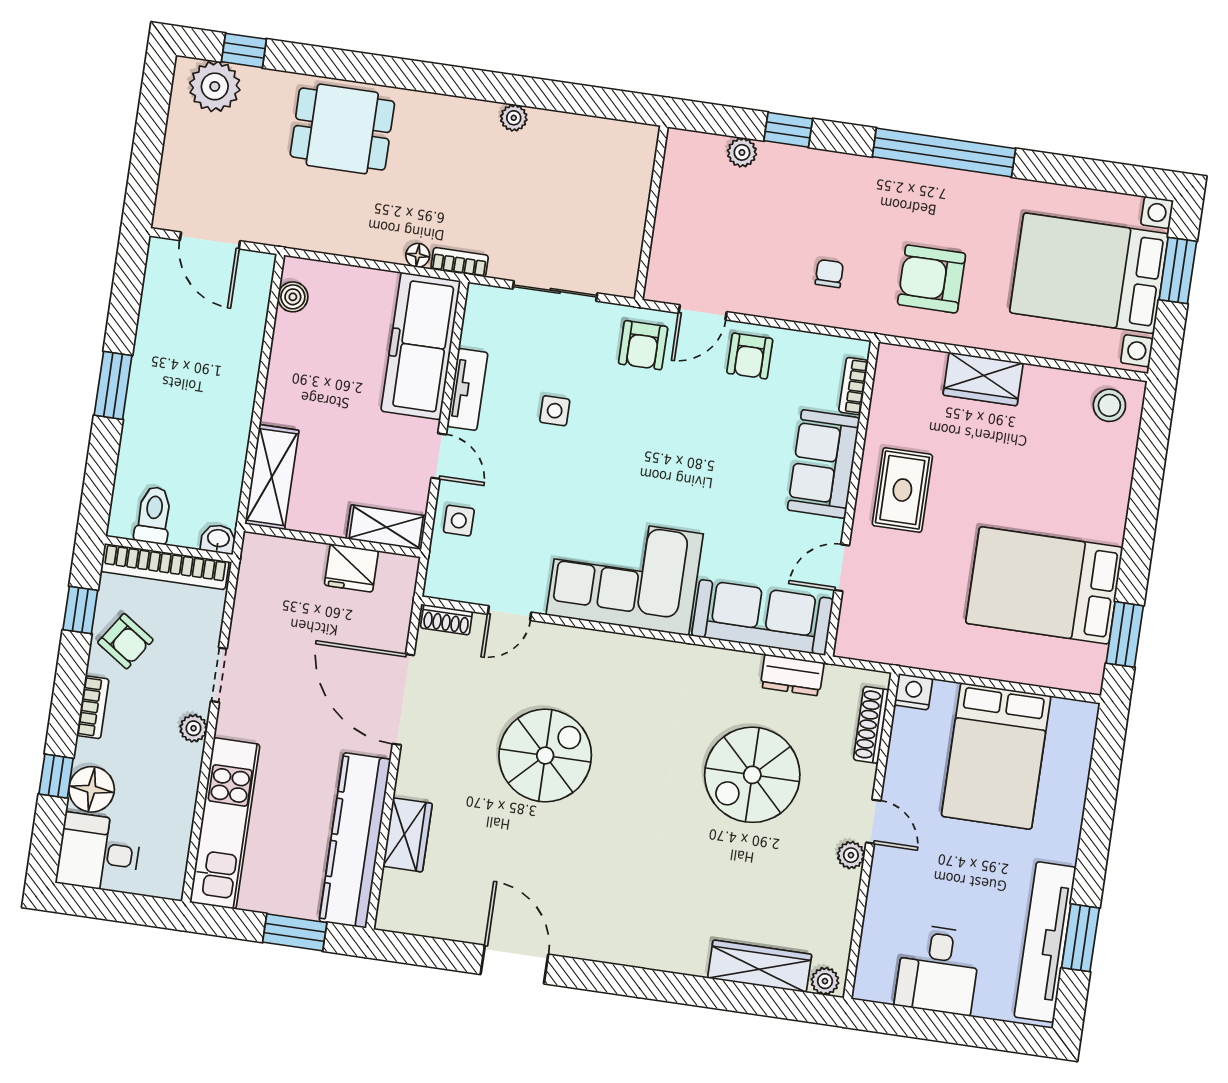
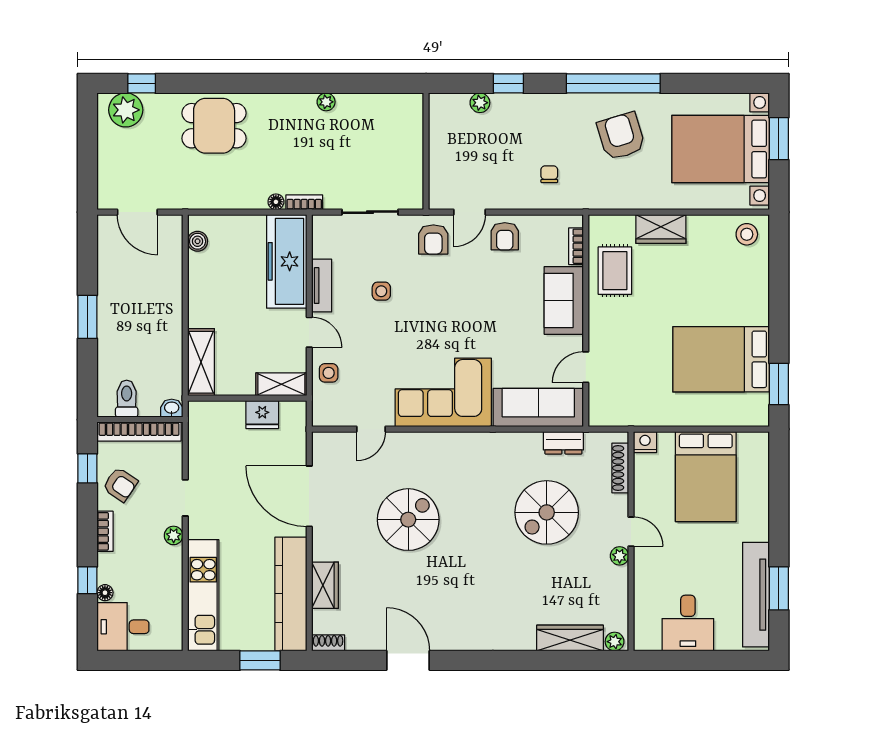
armchair: (932, 279) -> (621, 136), moved, turned 73
rug: (902, 490) -> (615, 271), moved
shoe rack: (446, 620) -> (328, 643), moved, turned 180
floor lamp: (92, 789) -> (105, 593), width x0.53, depth x0.53

